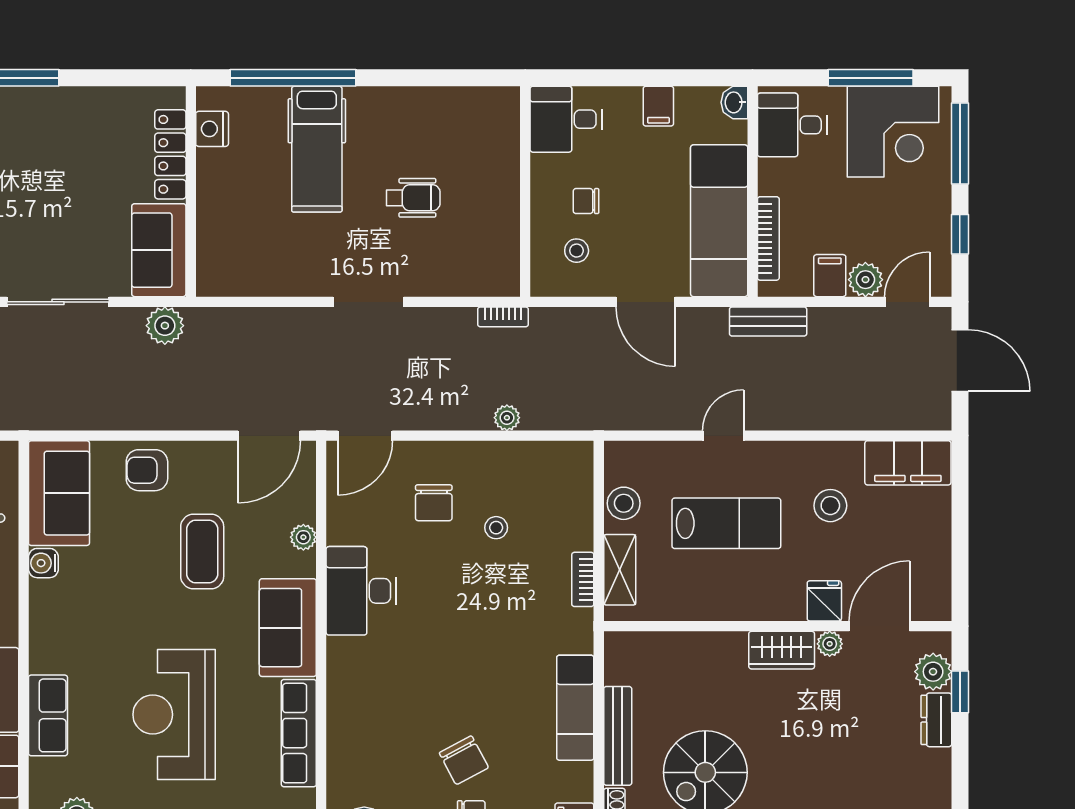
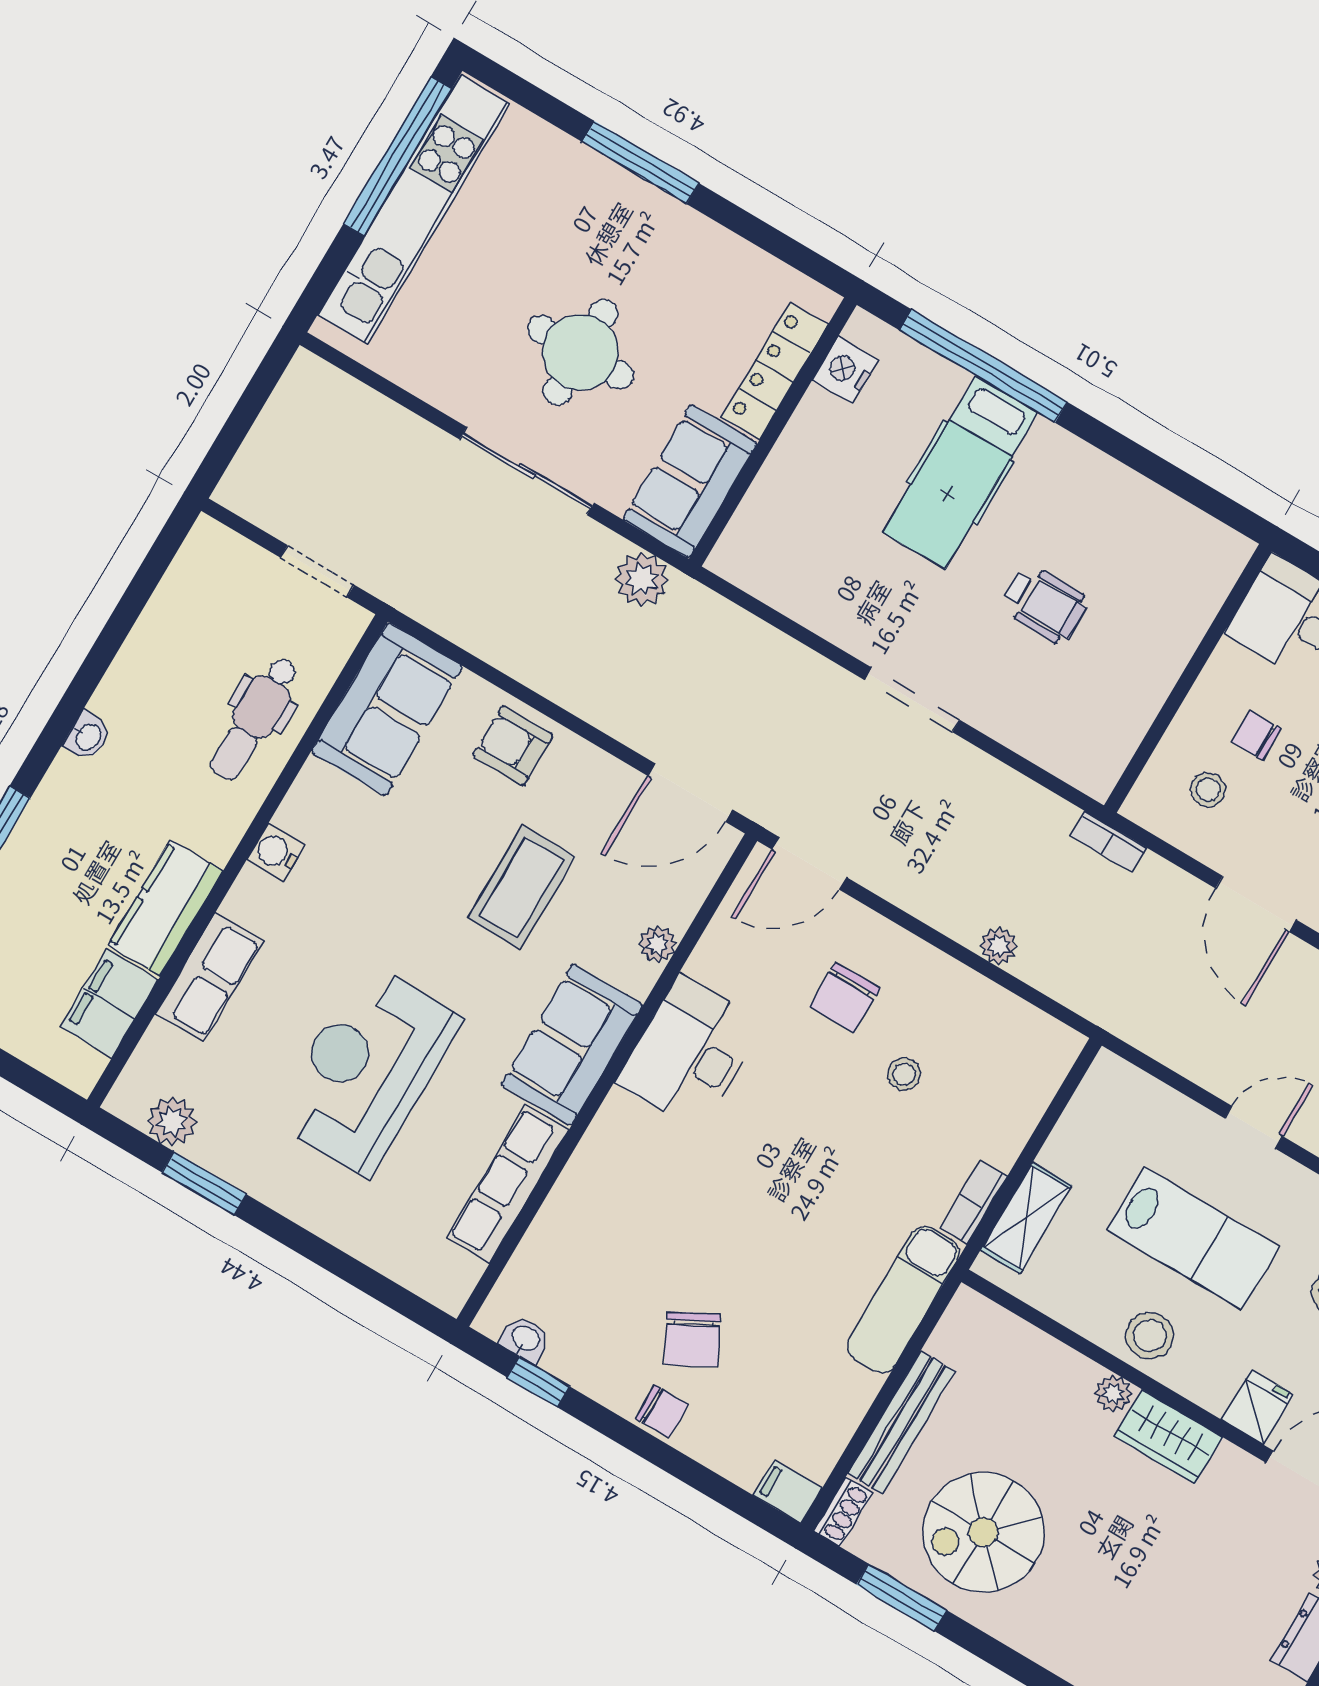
round table: (48, 212) -> (580, 352), added
bookcase: (503, 317) -> (1109, 842), moved
stool: (624, 503) -> (1150, 1336), moved
water cooler: (43, 563) -> (276, 852), moved
plant: (830, 644) -> (1113, 1393), moved
exam couch: (575, 708) -> (903, 1299), moved

